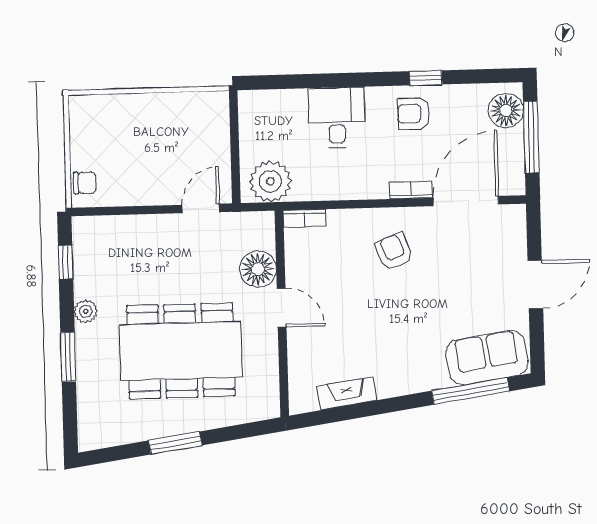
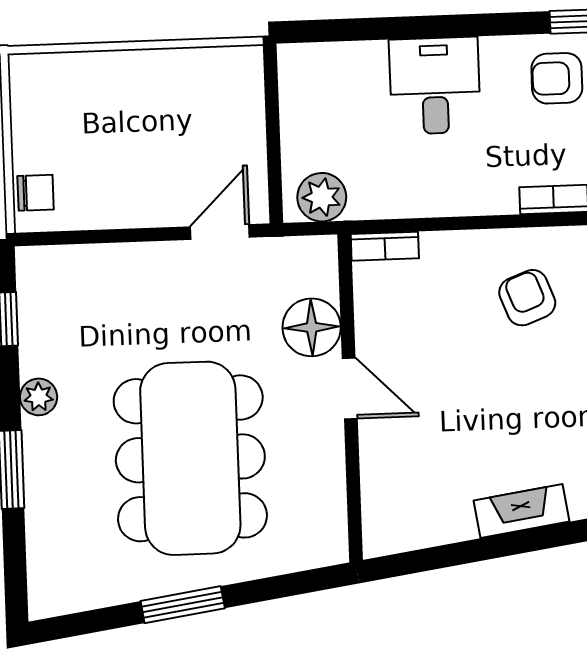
plant: (270, 181) -> (322, 197), width x0.73, depth x0.73
dining table: (181, 351) -> (190, 458), turned 90
fireplace: (347, 393) -> (521, 511), moved

